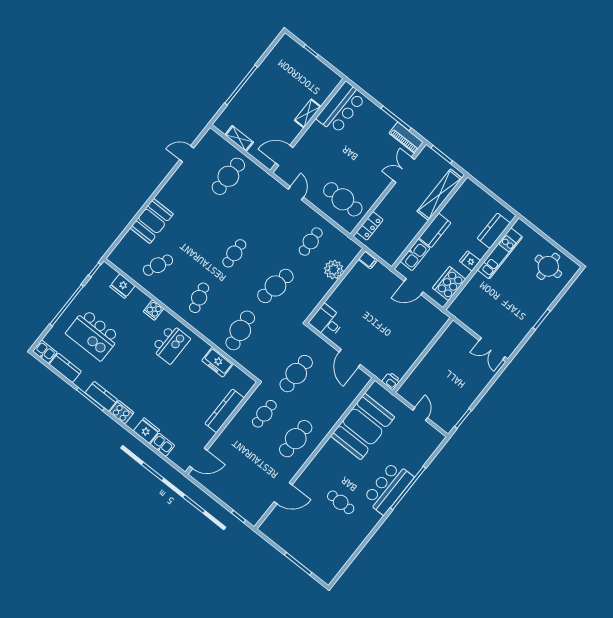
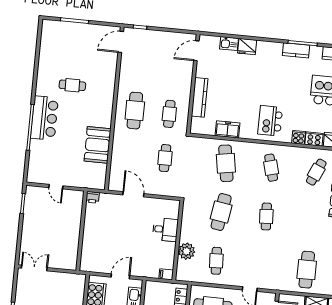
desk: (327, 321) -> (165, 230), moved
cafe table: (296, 374) -> (165, 158), width x0.73, depth x0.74
cooker: (122, 412) -> (314, 139), moved, turned 180
booth: (363, 427) -> (97, 145), width x0.73, depth x0.70
door: (283, 493) -> (121, 42), moved

